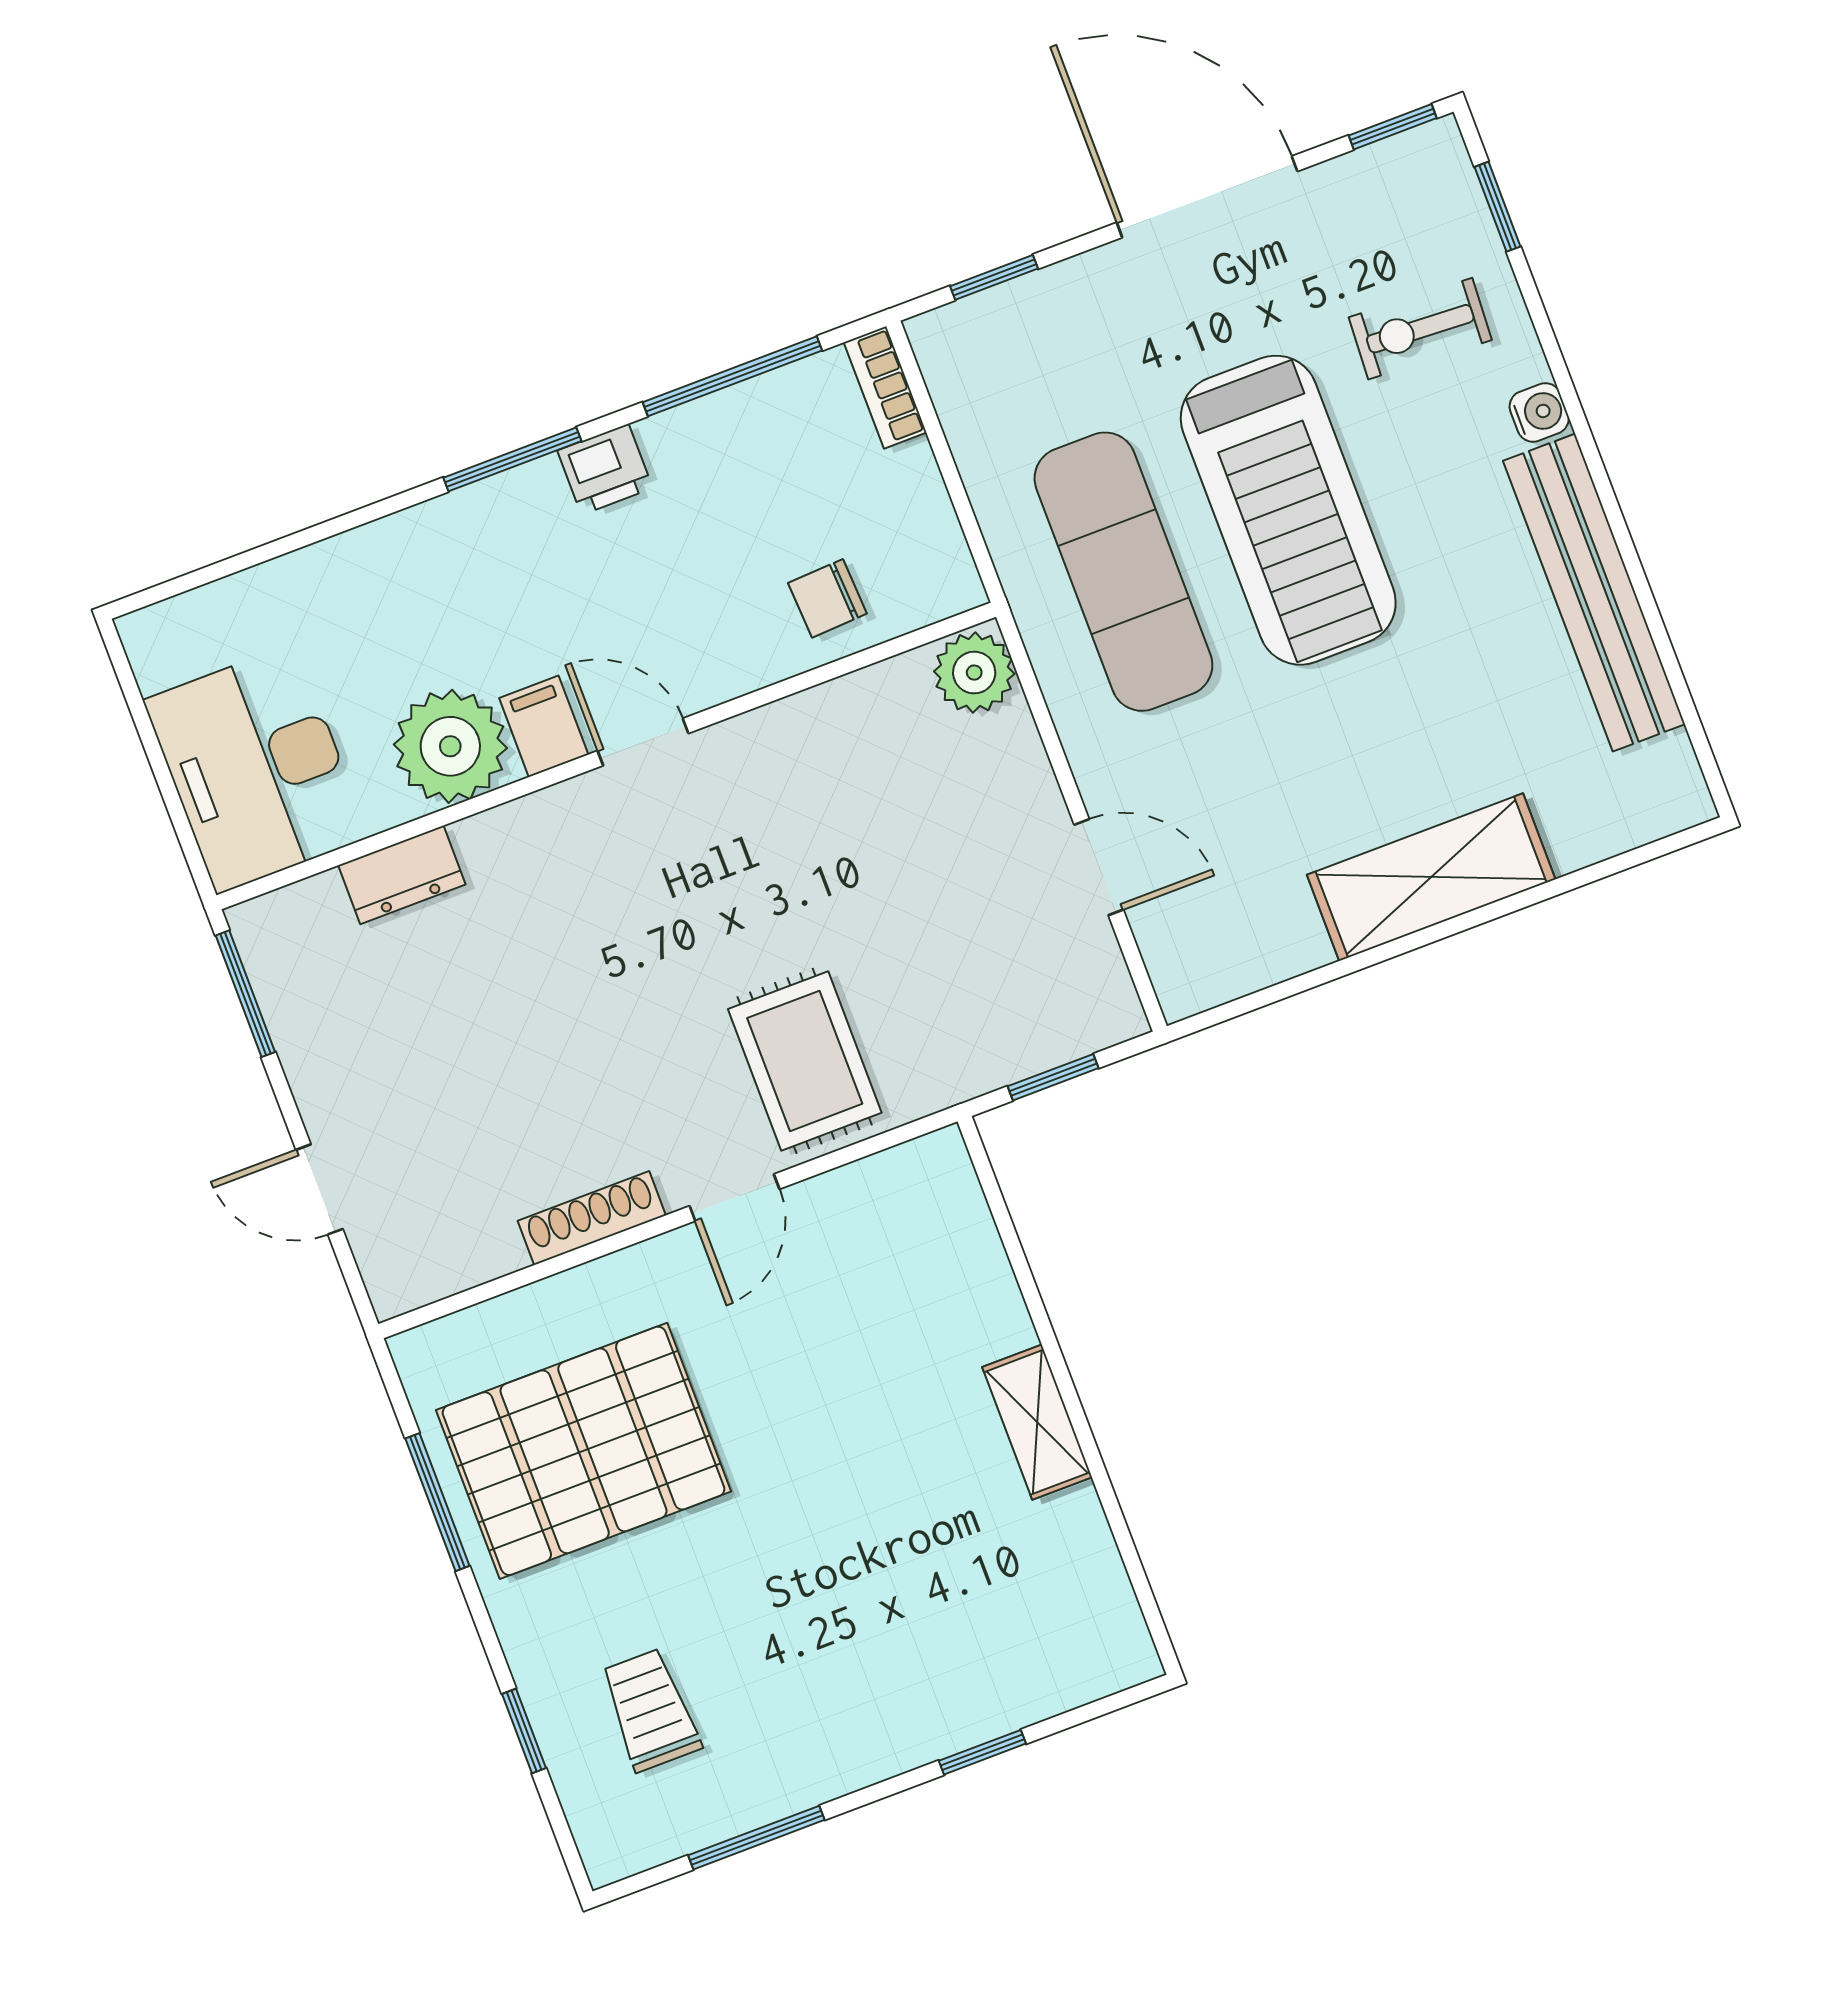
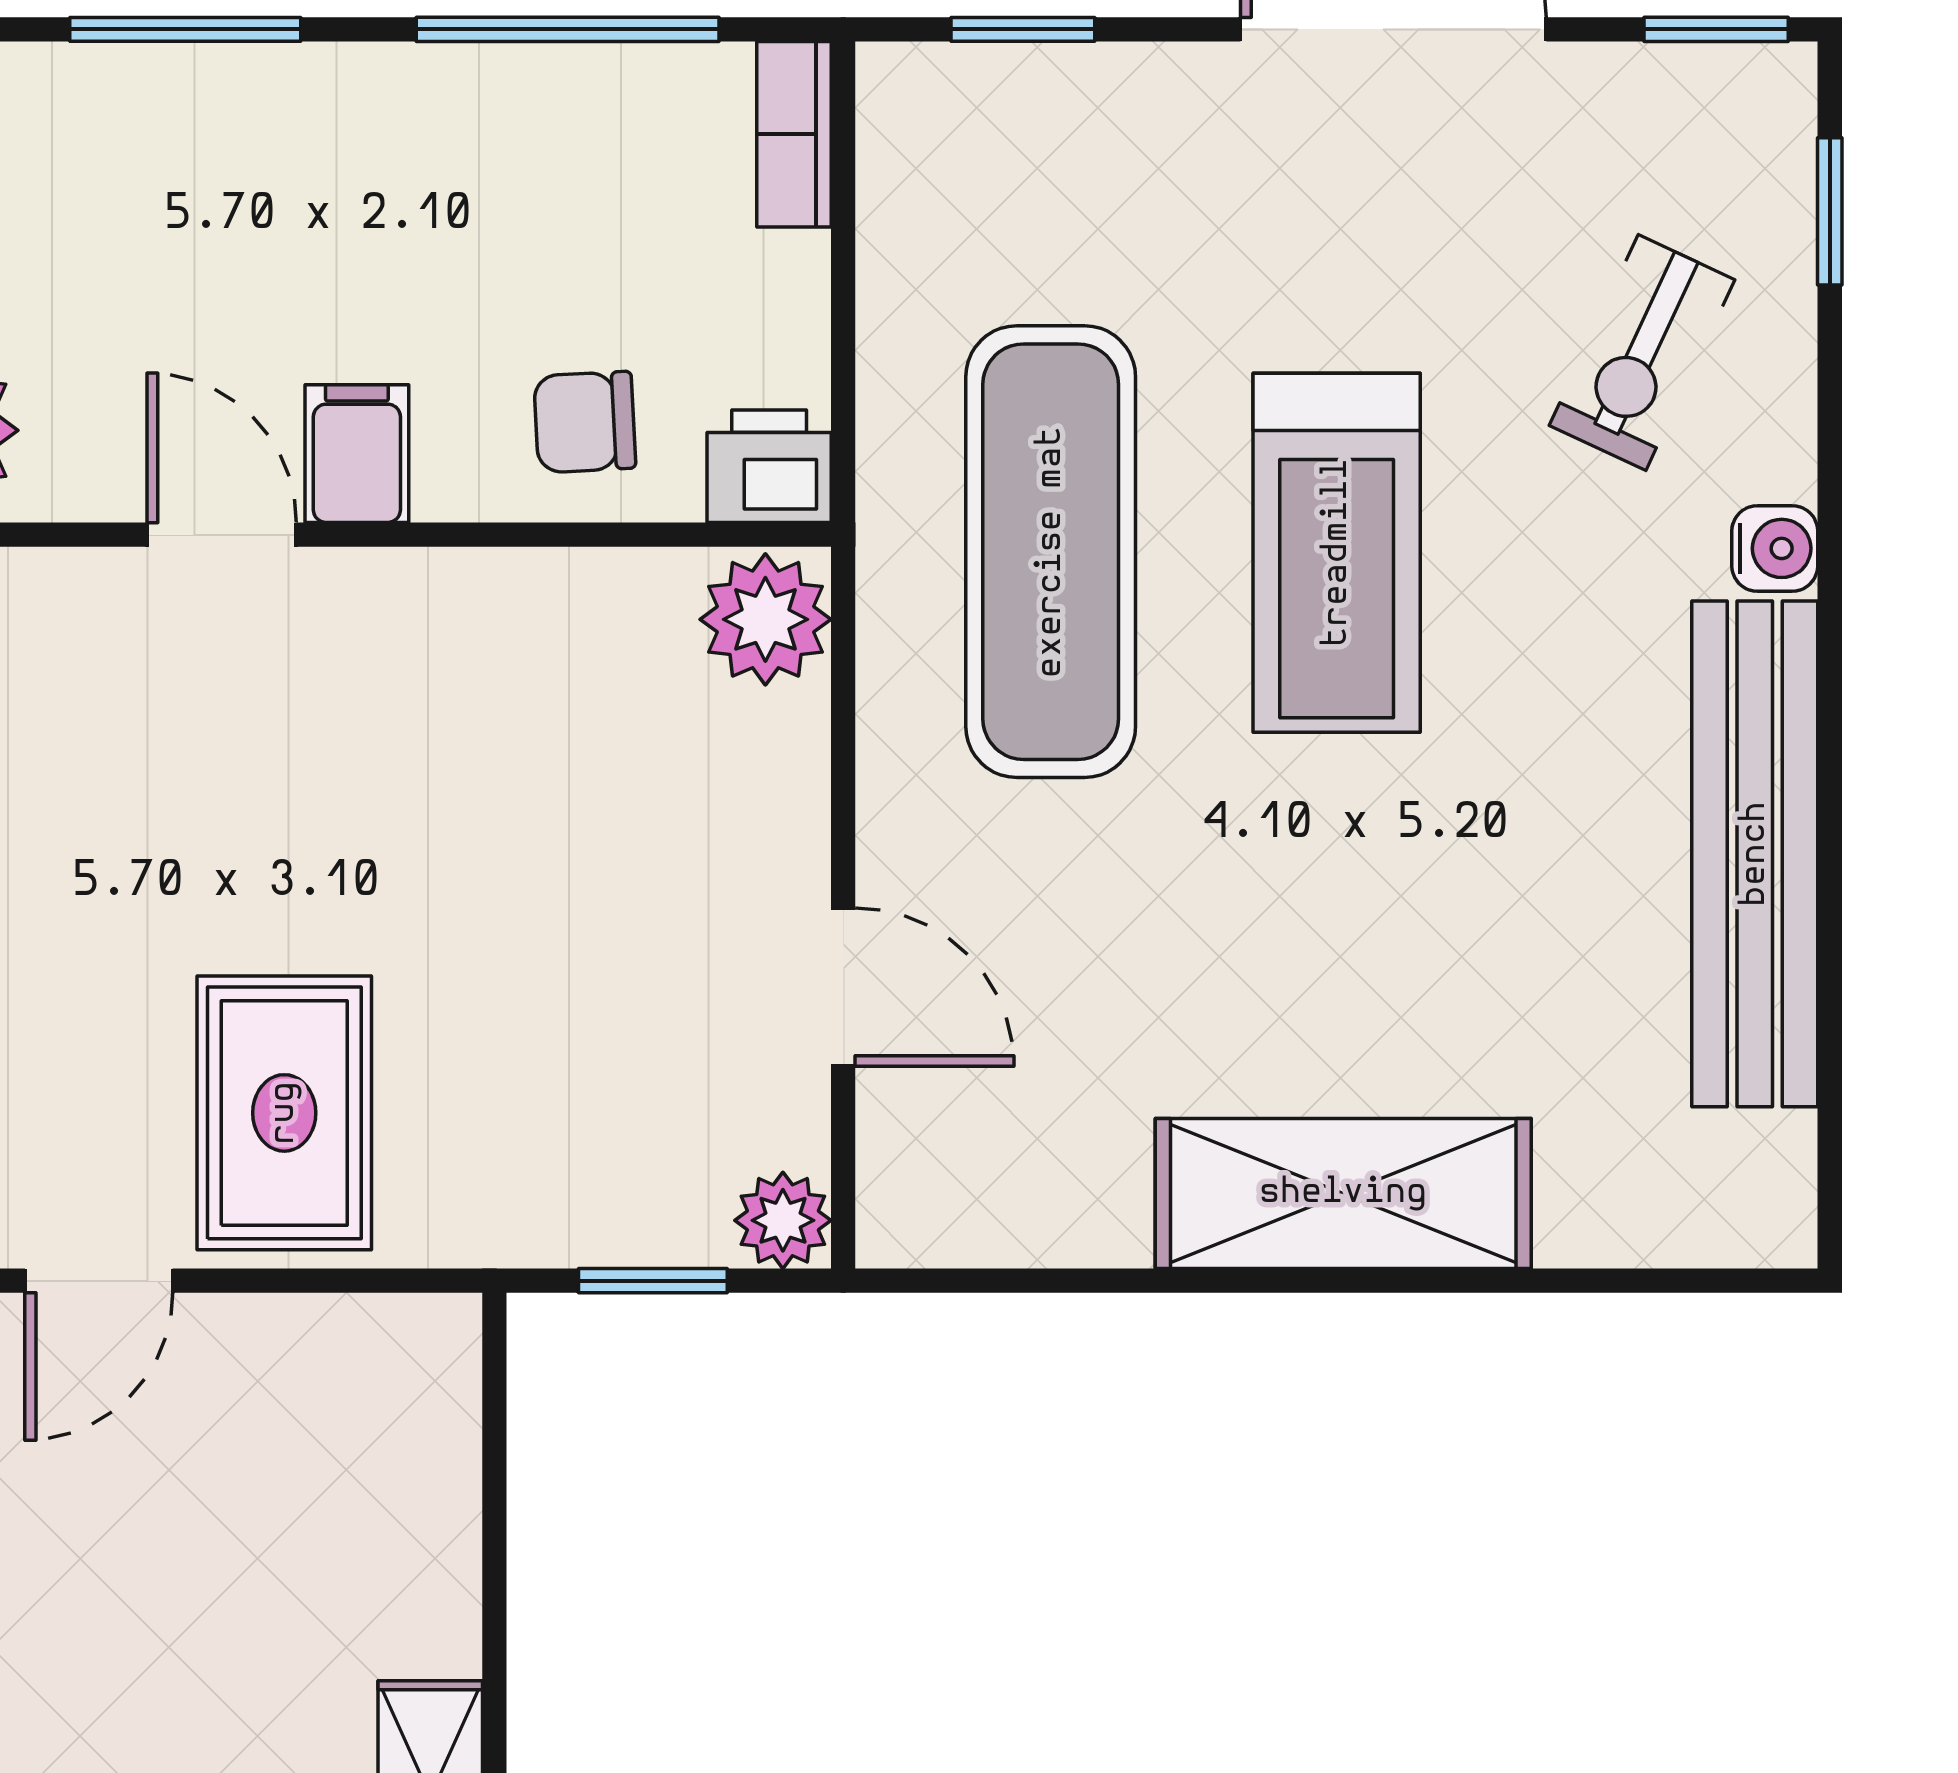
exercise bike: (1420, 329) -> (1642, 353), turned -68
printer: (605, 469) -> (769, 466), moved, turned 180
treadmill: (1288, 510) -> (1337, 553), width x0.73, depth x0.73
filing cabinet: (544, 726) -> (357, 454), moved
plant: (1115, 1014) -> (783, 1220), added

